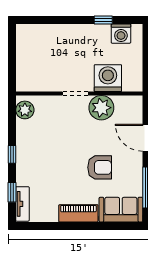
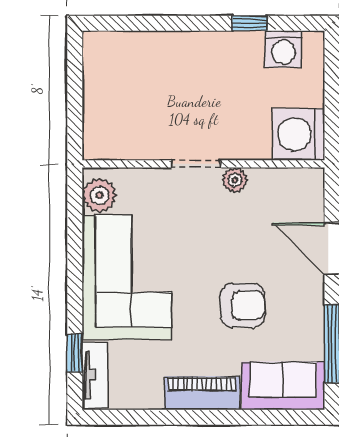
washing machine: (108, 78) -> (299, 134), moved, turned -90
plant: (101, 108) -> (235, 180), width x0.53, depth x0.53
corner sofa: (39, 153) -> (127, 277), added
window: (12, 154) -> (75, 280), removed

